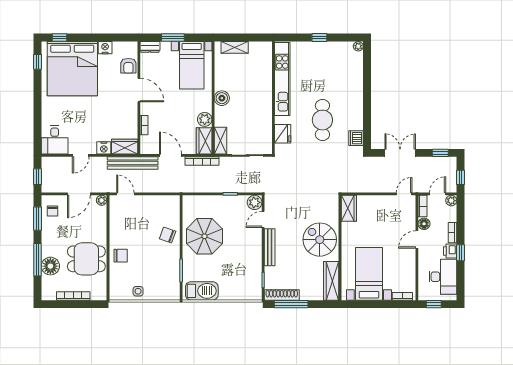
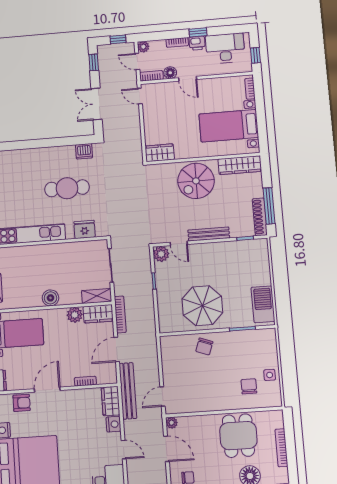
chair: (121, 256) -> (249, 386), moved

